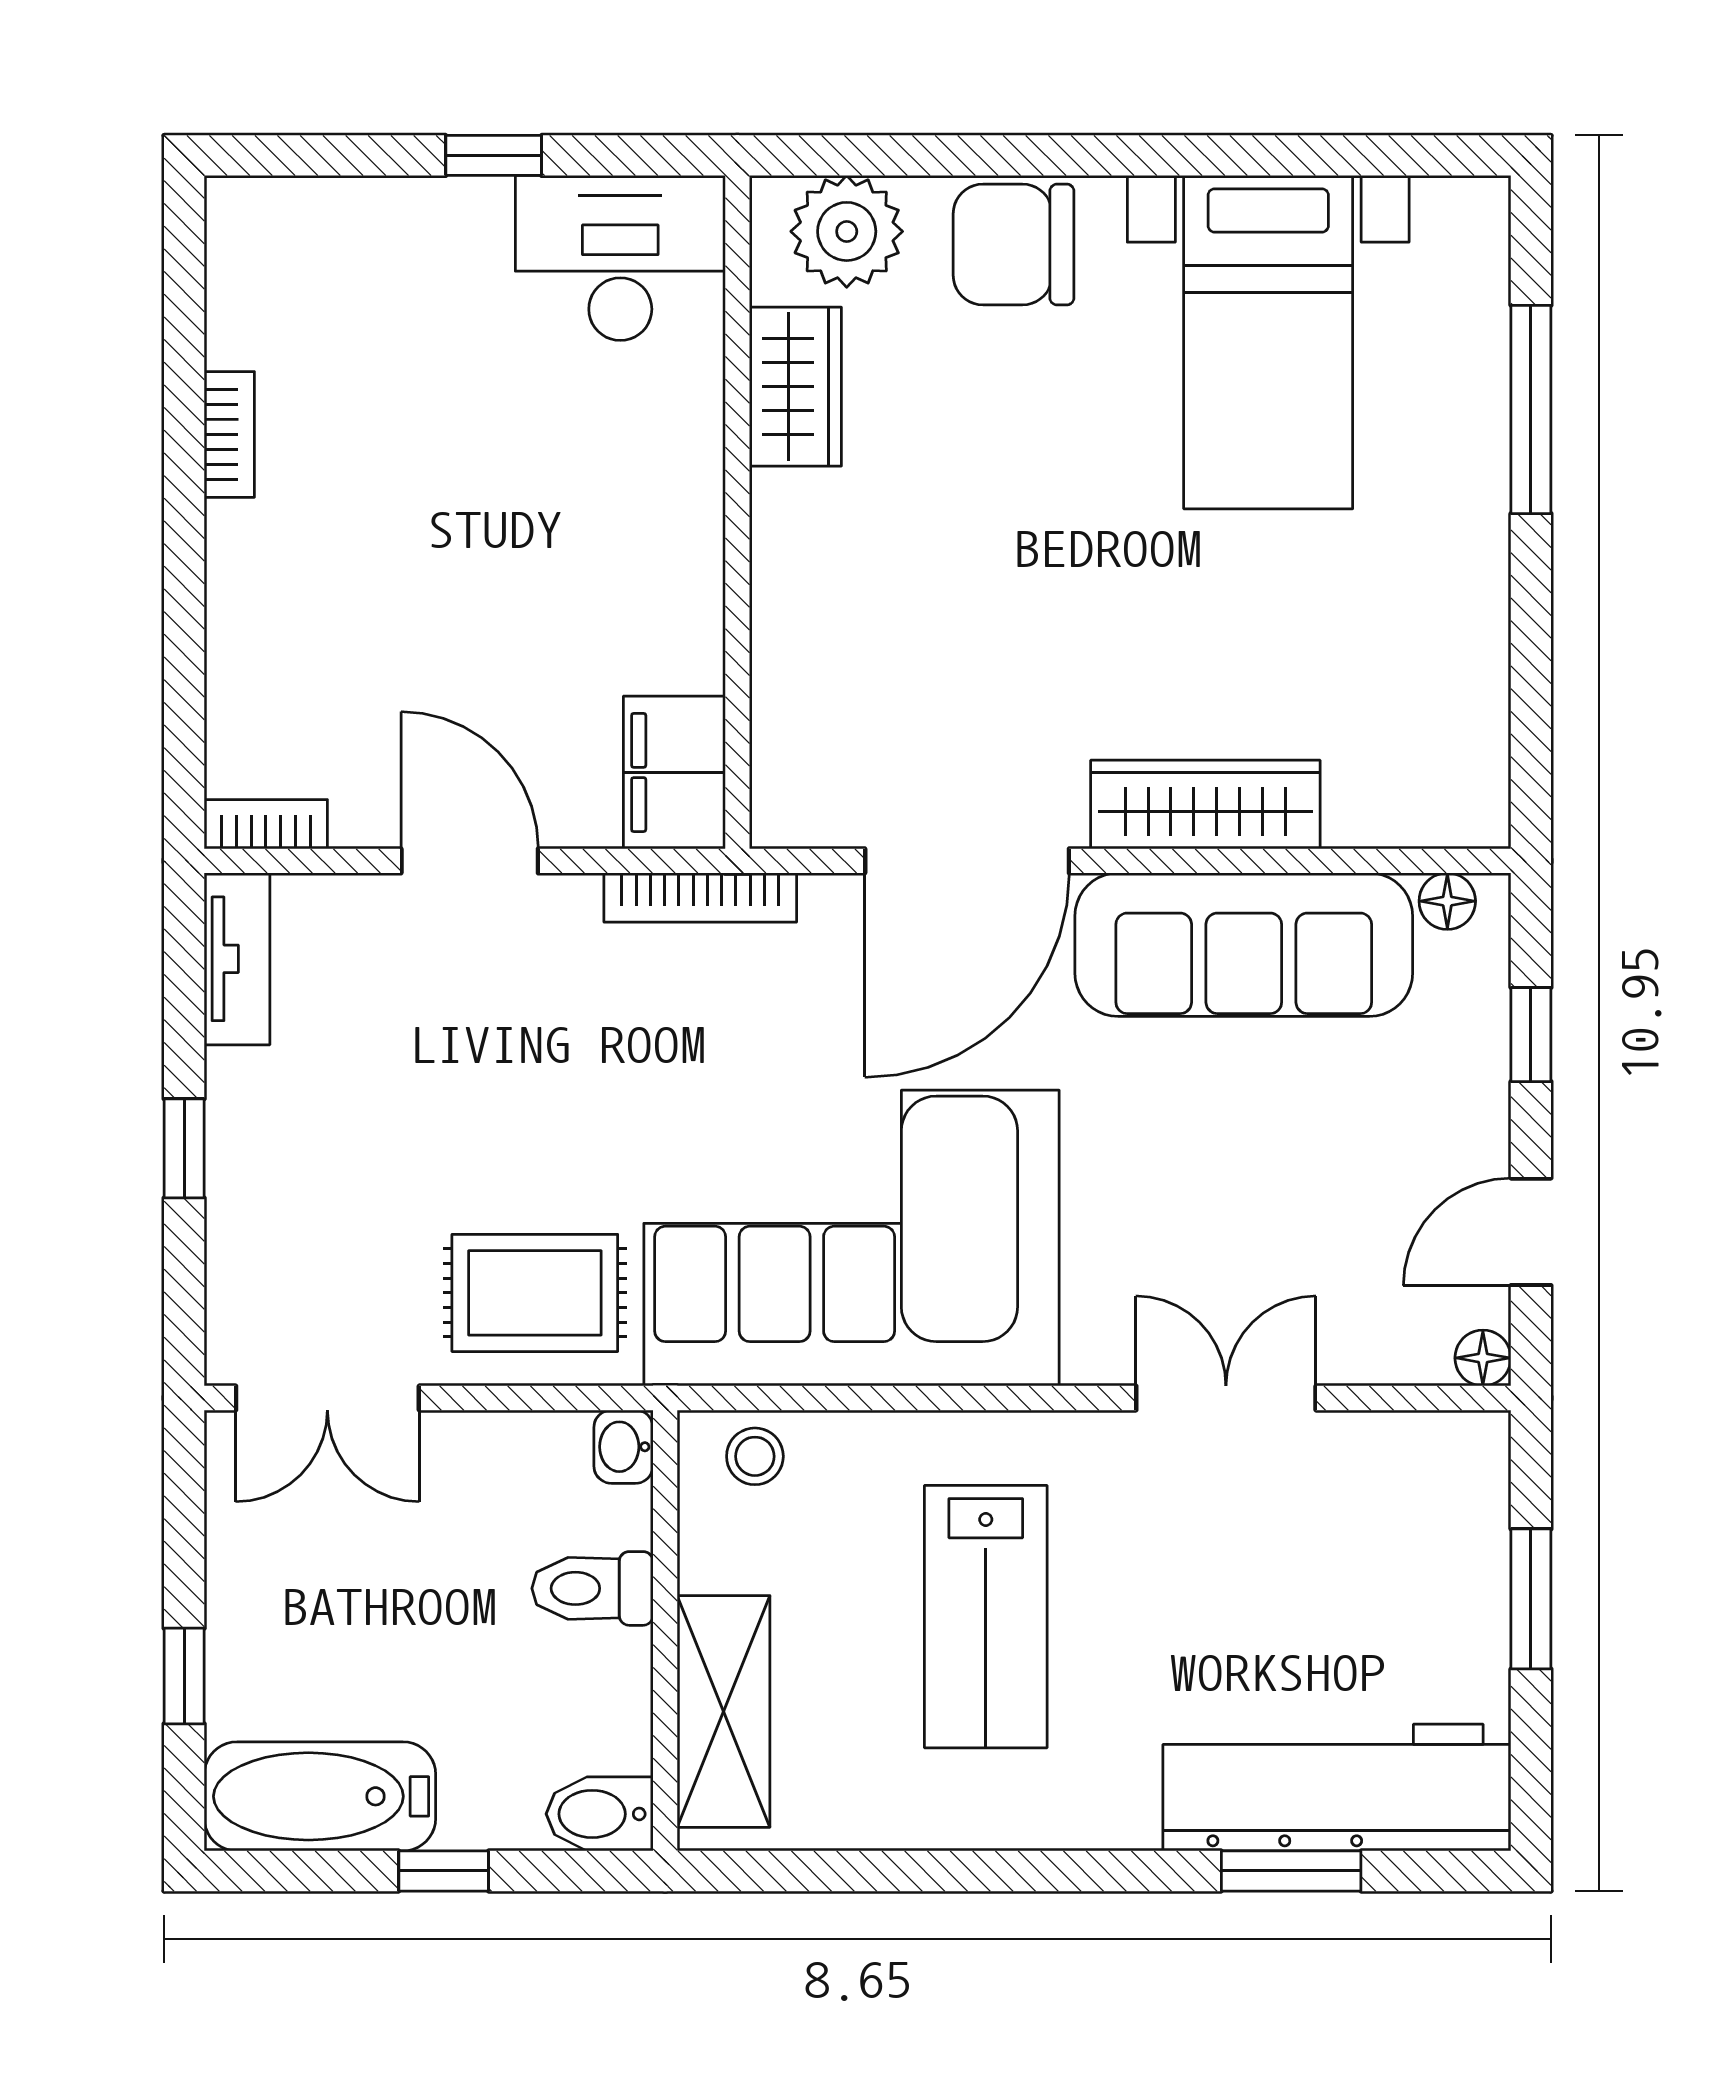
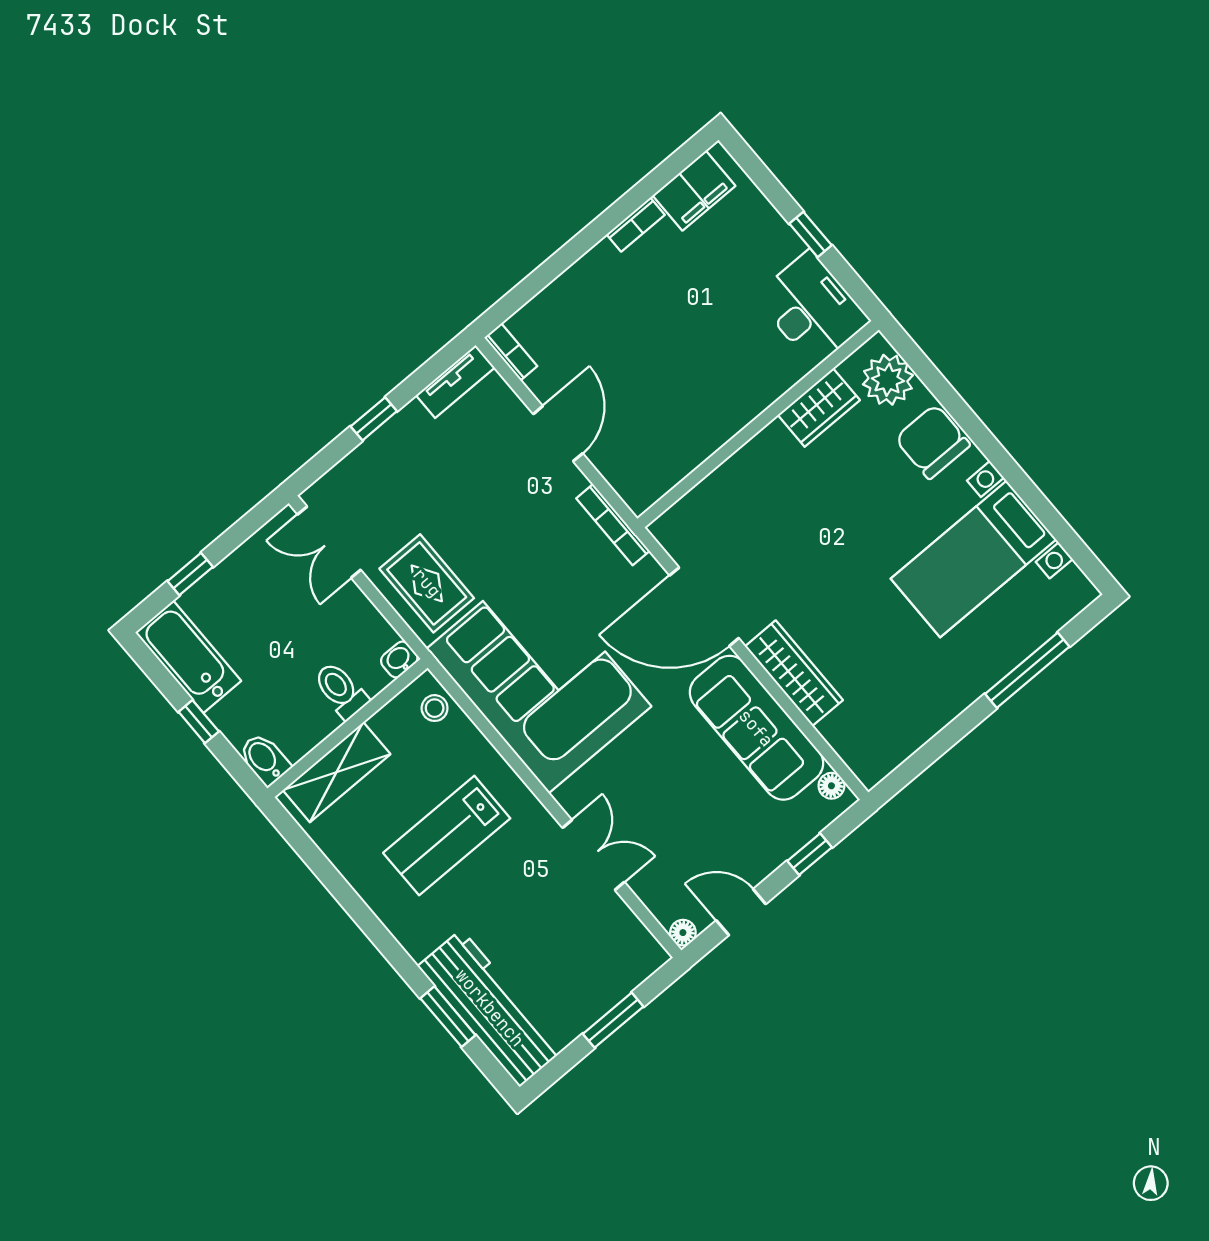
filing cabinet: (674, 772) -> (694, 191), moved, turned 180

